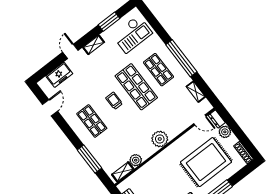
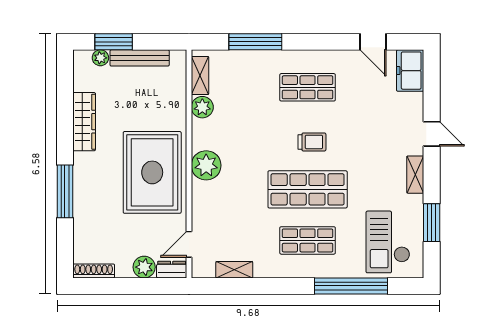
window: (181, 58) -> (351, 286), moved
freezer: (59, 75) -> (410, 71), moved
rug: (206, 162) -> (152, 172), moved

